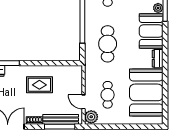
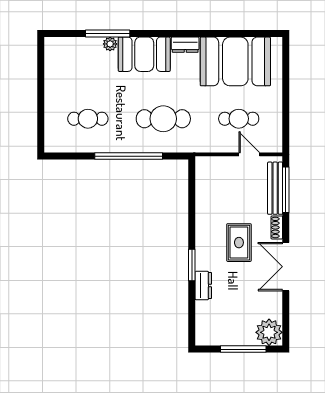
rug: (39, 85) -> (239, 243), moved
door: (83, 102) -> (249, 154), swing flipped
plant: (91, 117) -> (271, 143), removed

